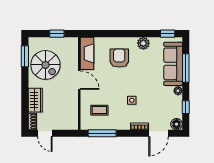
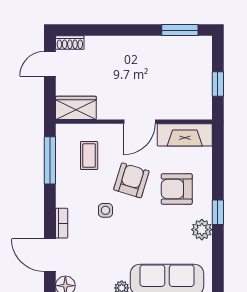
window: (168, 34) -> (218, 212), moved
armchair: (119, 58) -> (177, 189), turned 180
spiral stairs: (45, 65) -> (165, 65), removed
armchair: (114, 85) -> (131, 180), added
wardrobe: (35, 100) -> (76, 108), moved, turned 180

